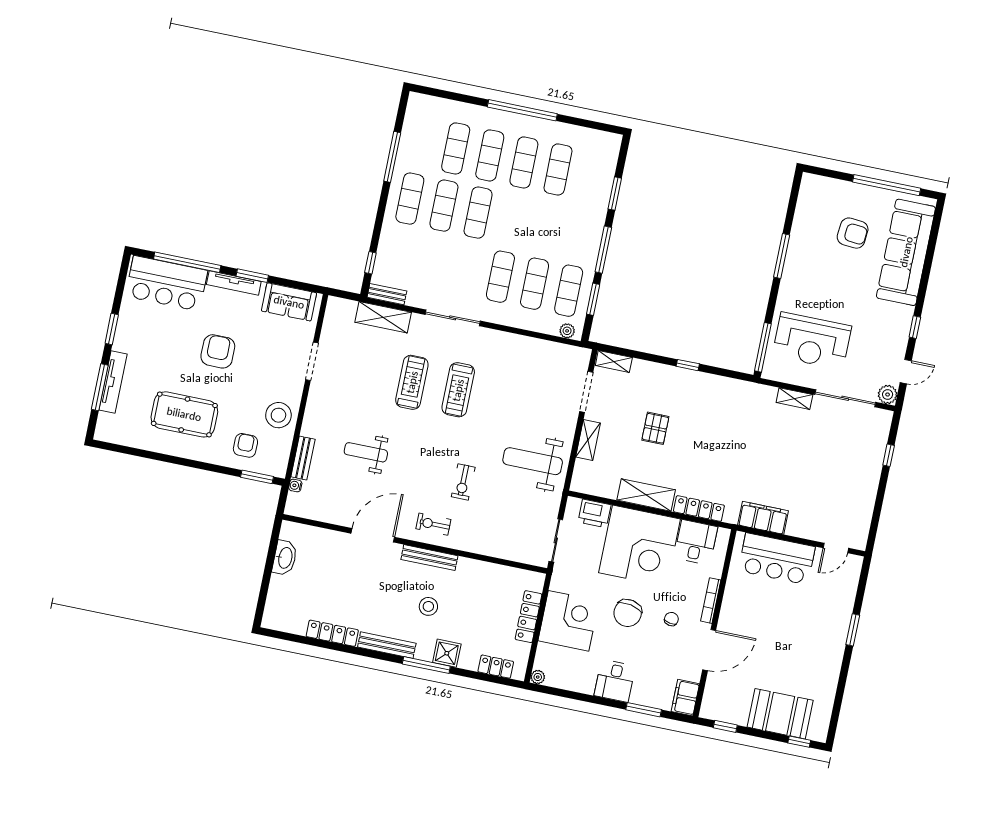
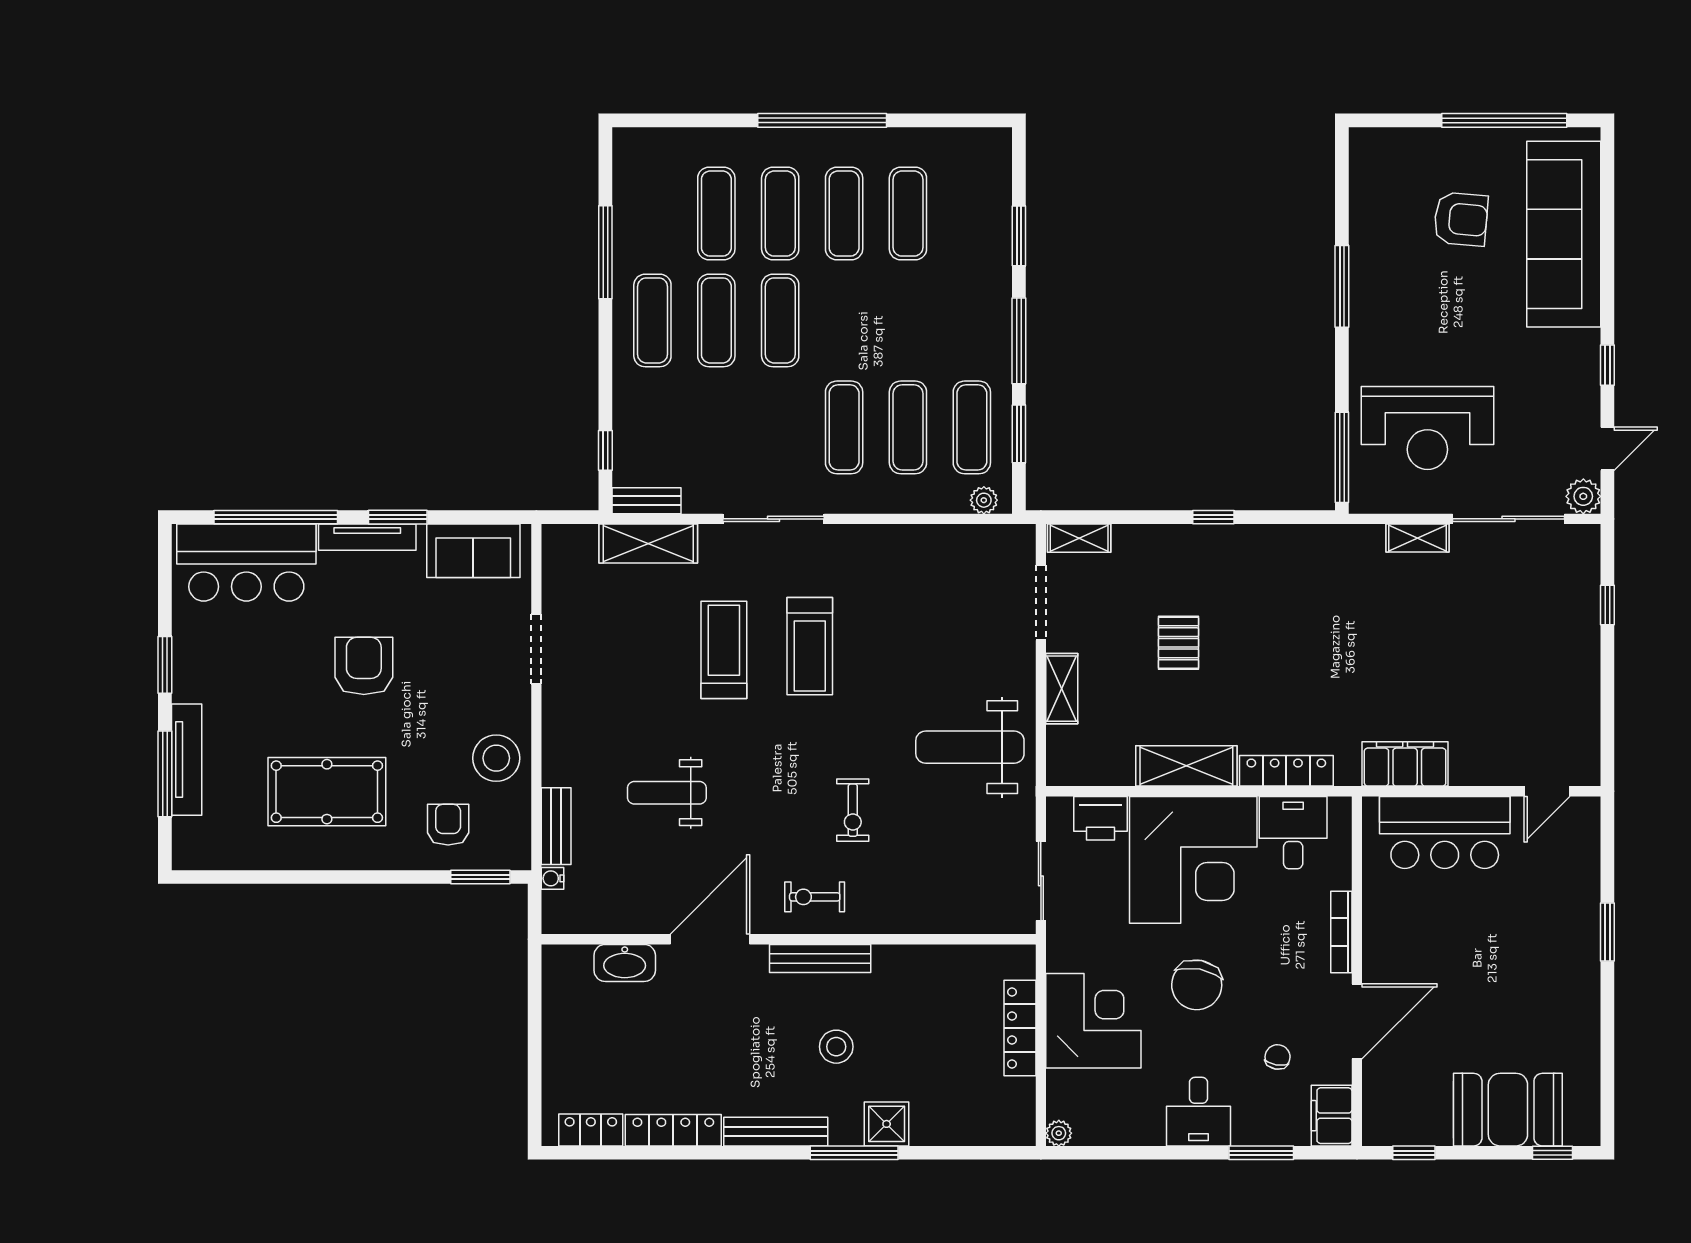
washbasin: (285, 558) -> (625, 963), moved, turned 90
chair: (671, 619) -> (1278, 1057), moved
locker: (496, 667) -> (591, 1130), moved

